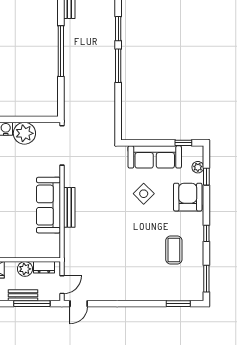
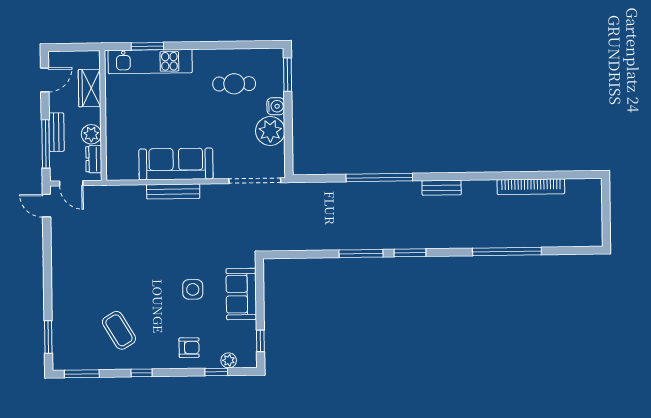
sofa: (155, 157) -> (241, 294), width x0.73
side table: (144, 194) -> (193, 289), turned 45
armchair: (188, 197) -> (189, 348), width x0.53, depth x0.53
coffee table: (174, 250) -> (119, 330), turned 59

